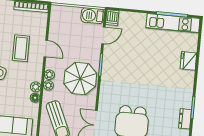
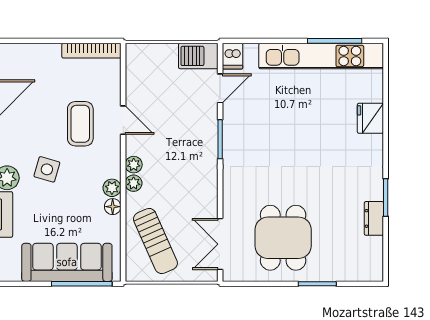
kitchen unit: (173, 23) -> (321, 56), width x1.36
parasol: (80, 79) -> (187, 166), removed

